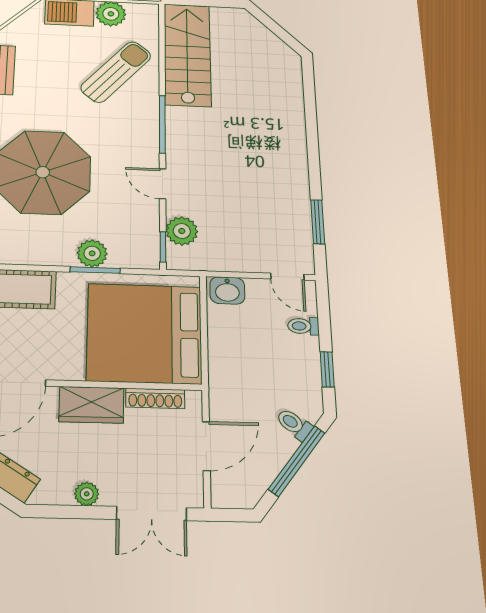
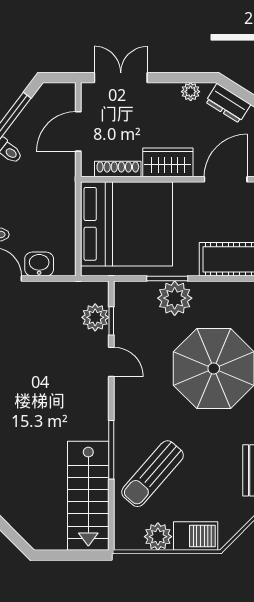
window: (162, 124) -> (111, 450), moved
window: (163, 247) -> (111, 321), moved
plant: (92, 253) -> (175, 298), width x1.36, depth x1.36
washbasin: (227, 290) -> (39, 264), moved
plant: (87, 494) -> (191, 92), moved

